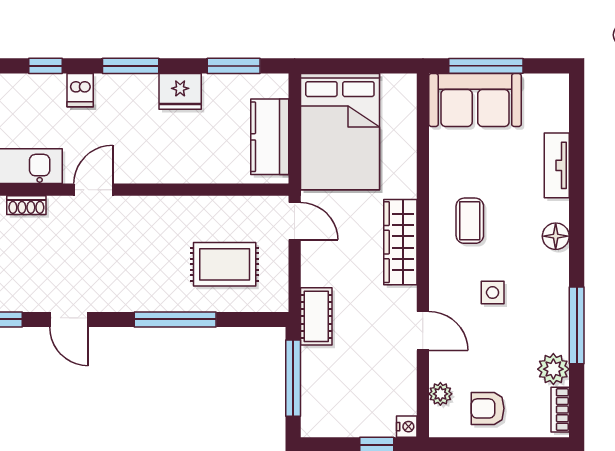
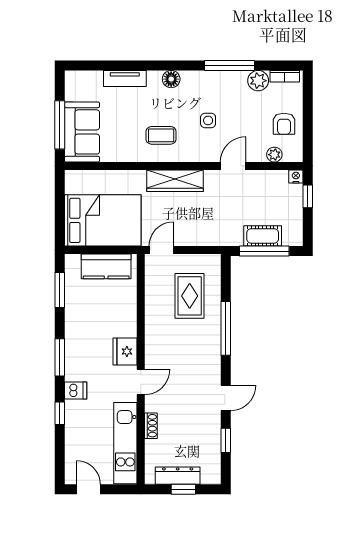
fridge: (180, 91) -> (125, 351), moved, turned 180
door: (93, 190) -> (141, 382), swing flipped
cot: (316, 316) -> (263, 236), moved

